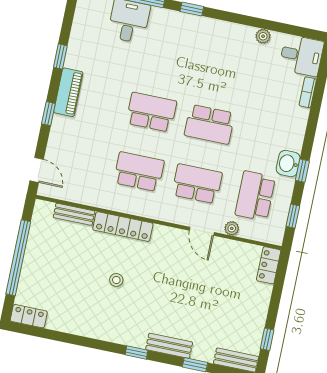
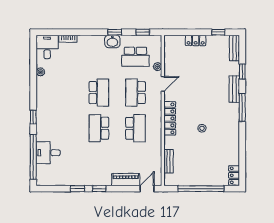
piano: (68, 92) -> (126, 180), moved
window: (48, 114) -> (99, 189), moved
school desk: (139, 172) -> (135, 128), turned 180
locker: (123, 227) -> (170, 118), moved
locker: (269, 265) -> (196, 40), moved
window: (137, 353) -> (242, 107), width x2.17

